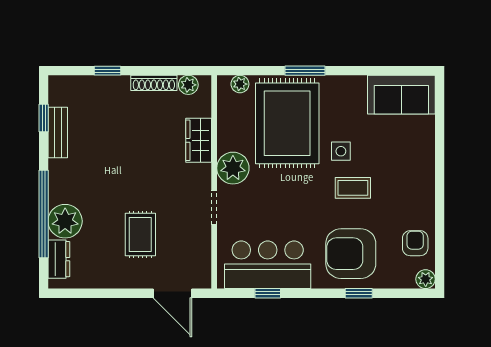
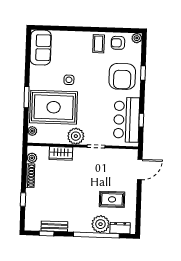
coffee table: (353, 188) -> (99, 44), moved
rug: (140, 235) -> (112, 199), moved

